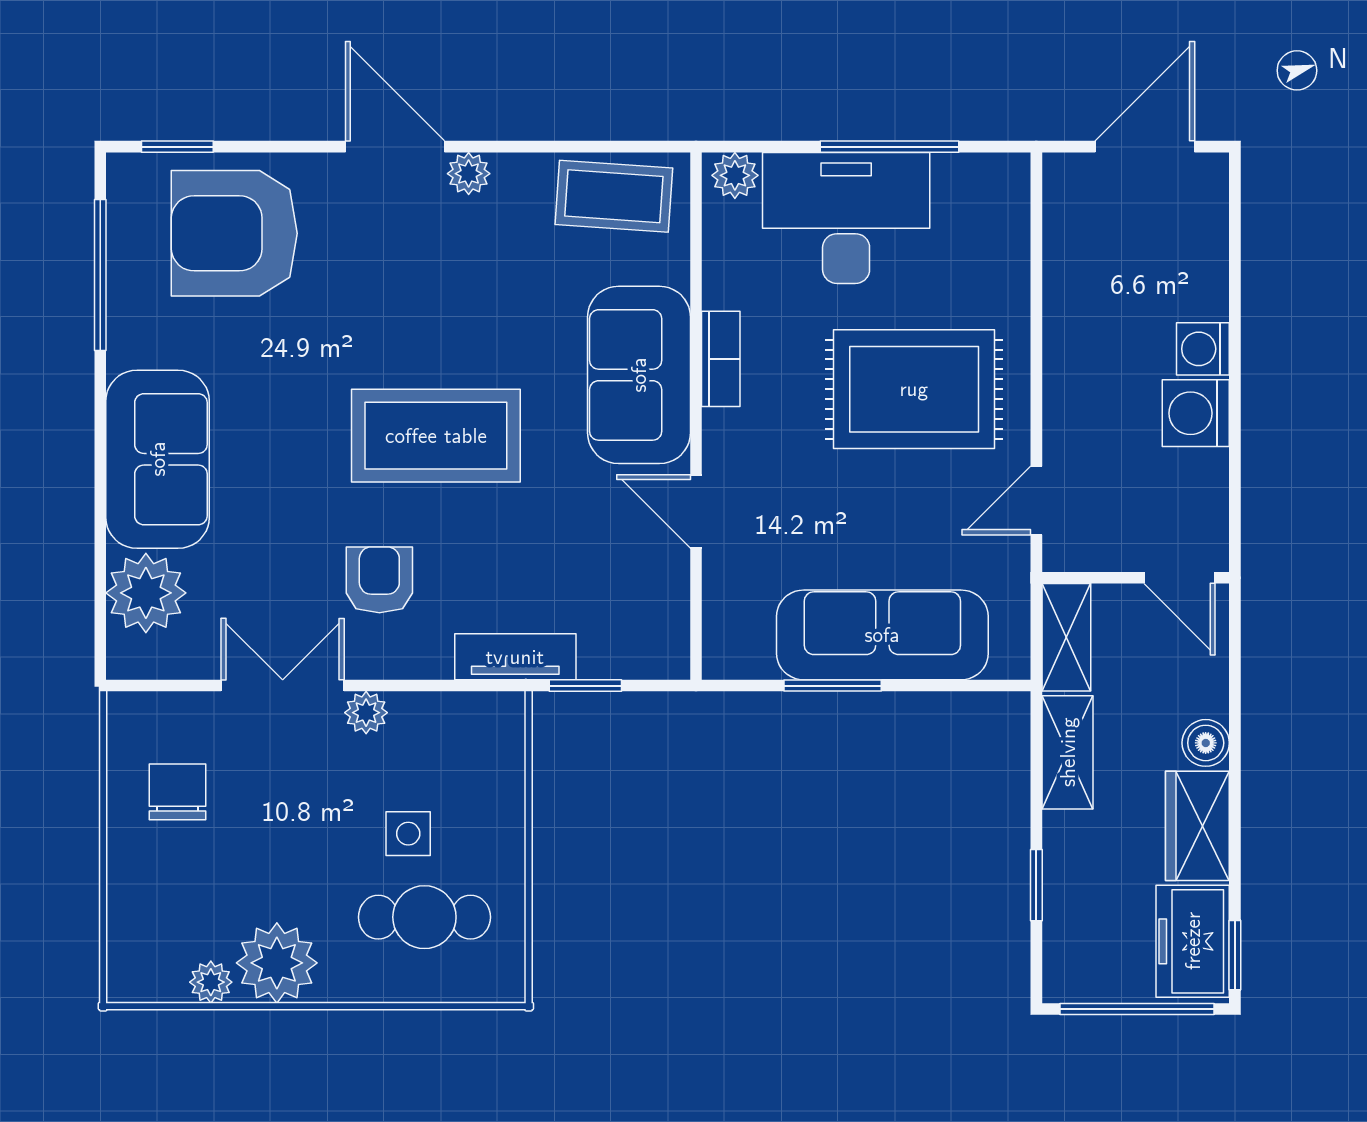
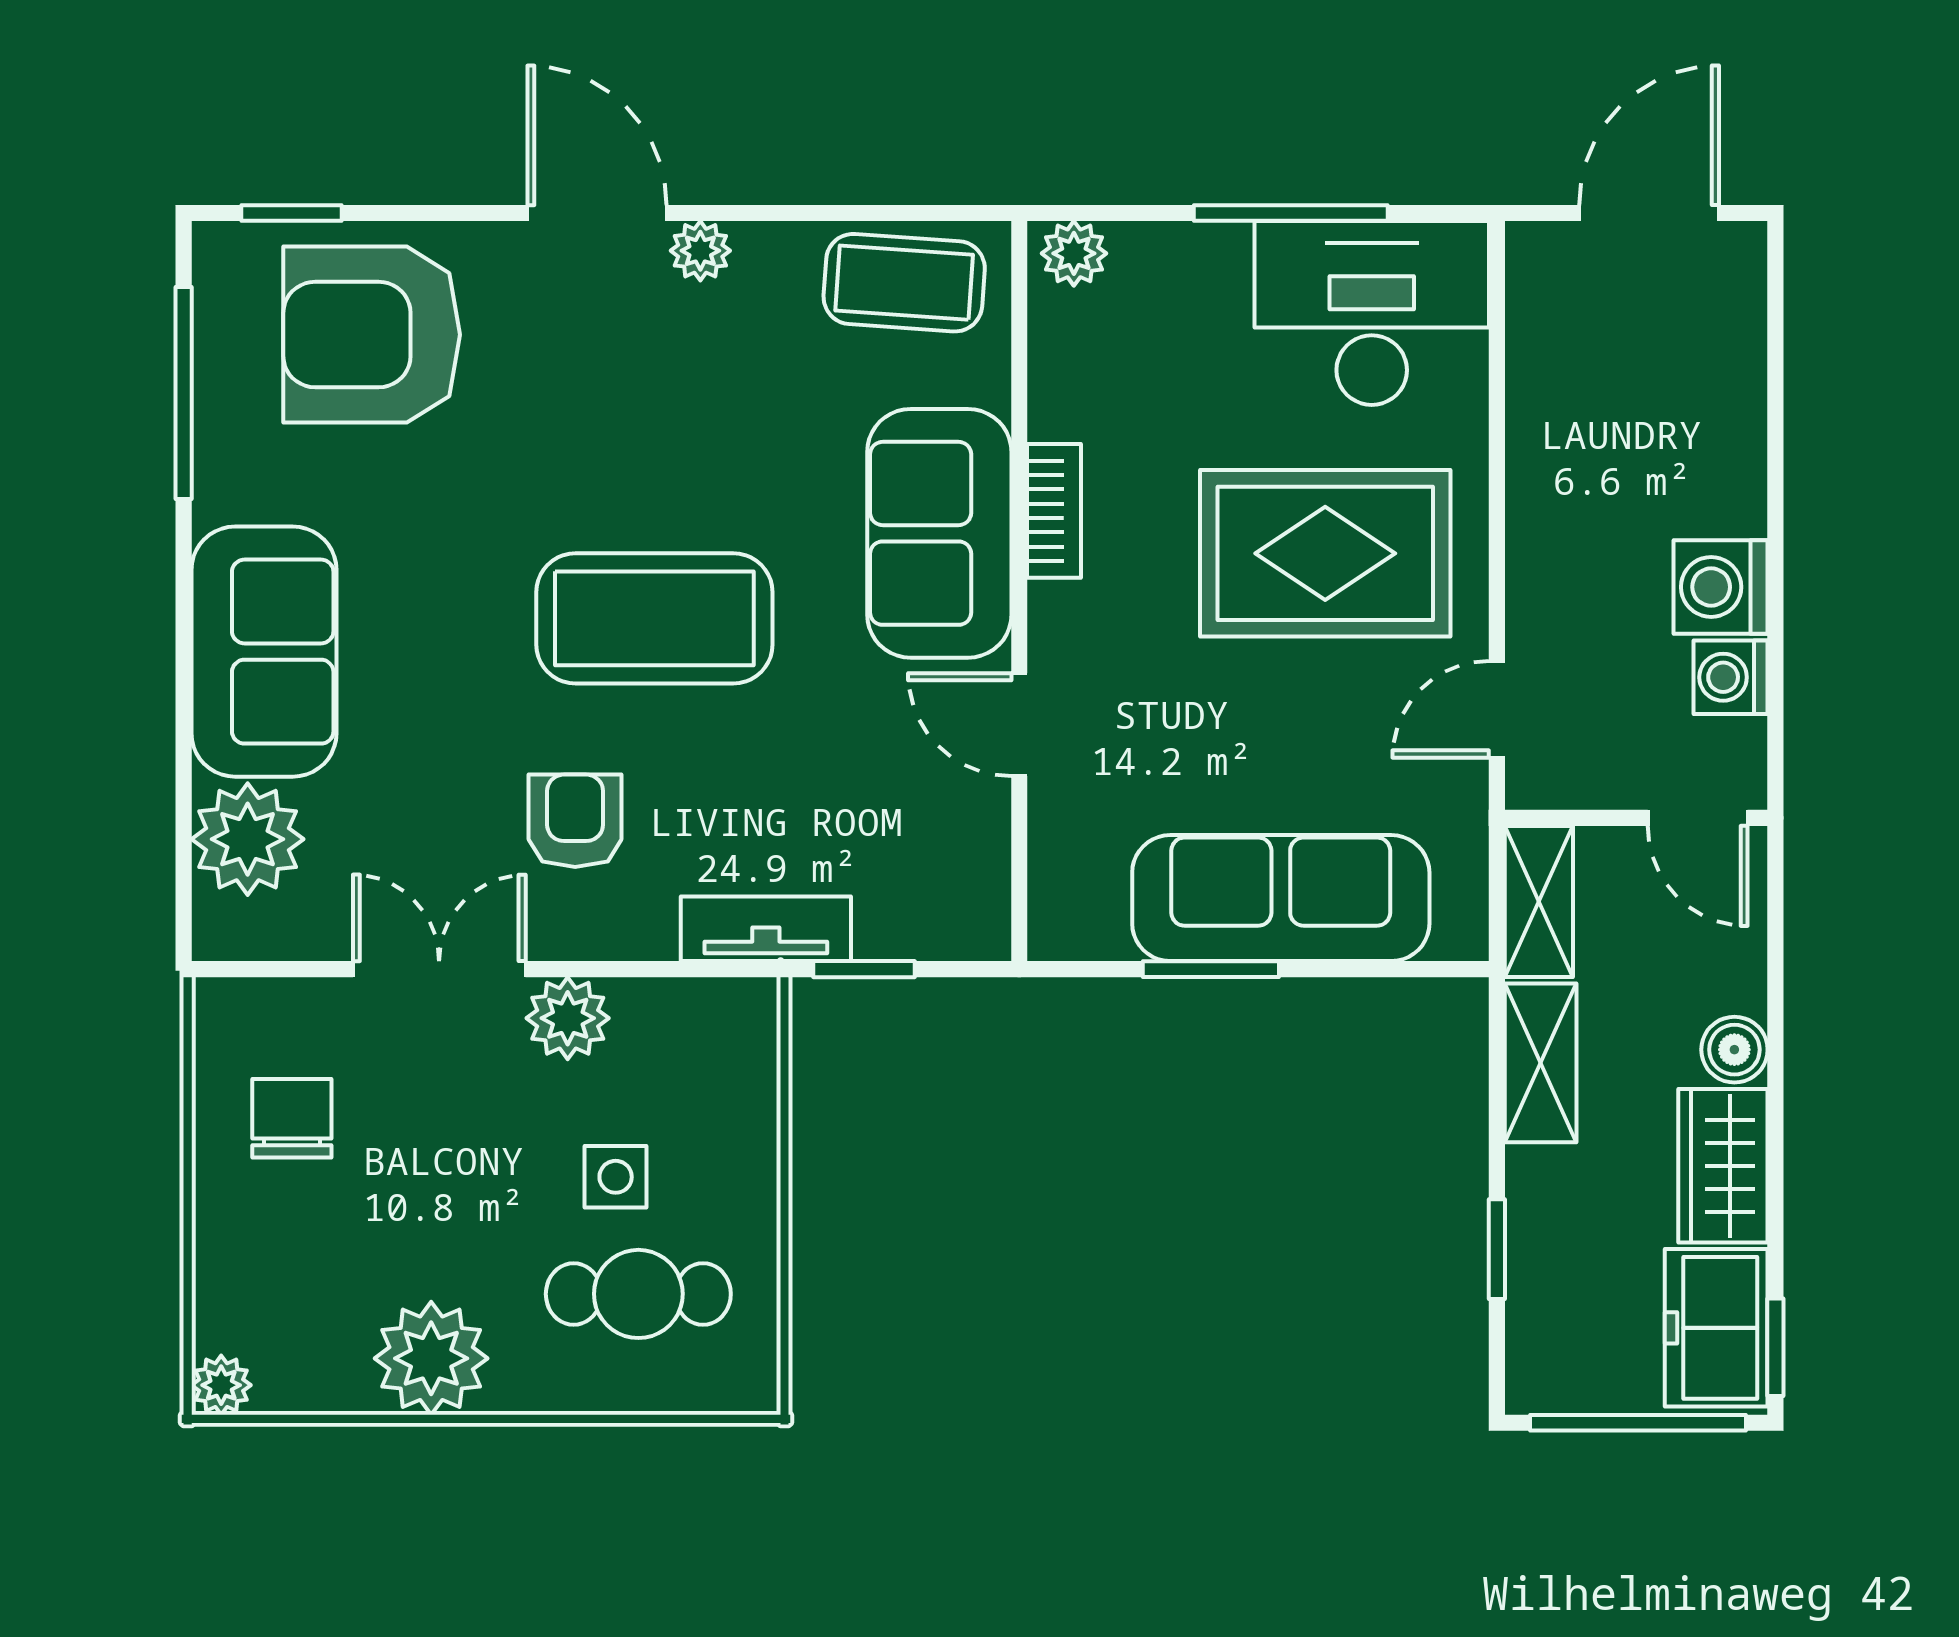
desk: (846, 218) -> (1372, 313), moved
washing machine: (1203, 349) -> (1730, 677), moved
plant: (366, 713) -> (568, 1018), width x1.38, depth x1.38
plant: (211, 982) -> (221, 1385), moved

